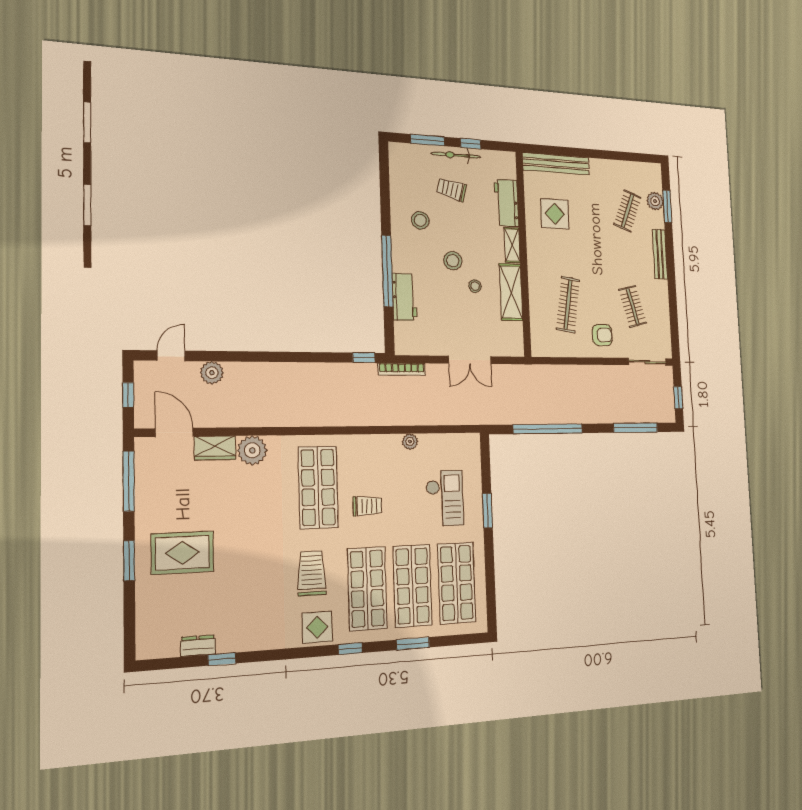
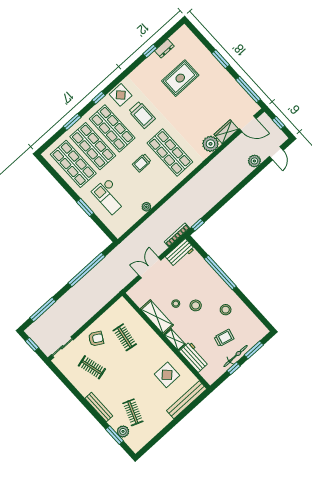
workbench: (404, 297) -> (180, 253), moved, turned -90
clothes rail: (568, 304) -> (125, 337), width x0.73
armchair: (602, 335) -> (96, 339), turned -150
rug: (182, 553) -> (180, 78), moved

